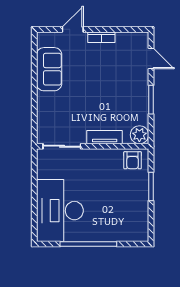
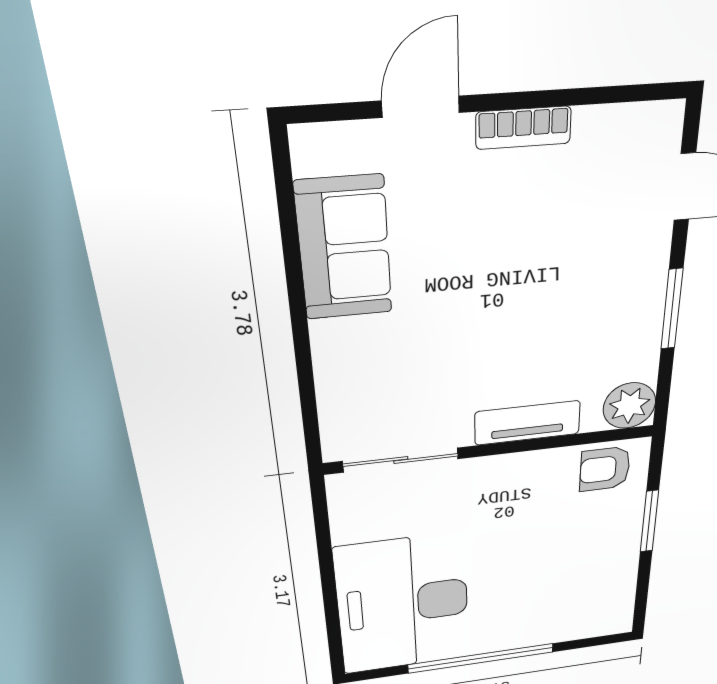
armchair: (133, 160) -> (605, 469), turned 90

